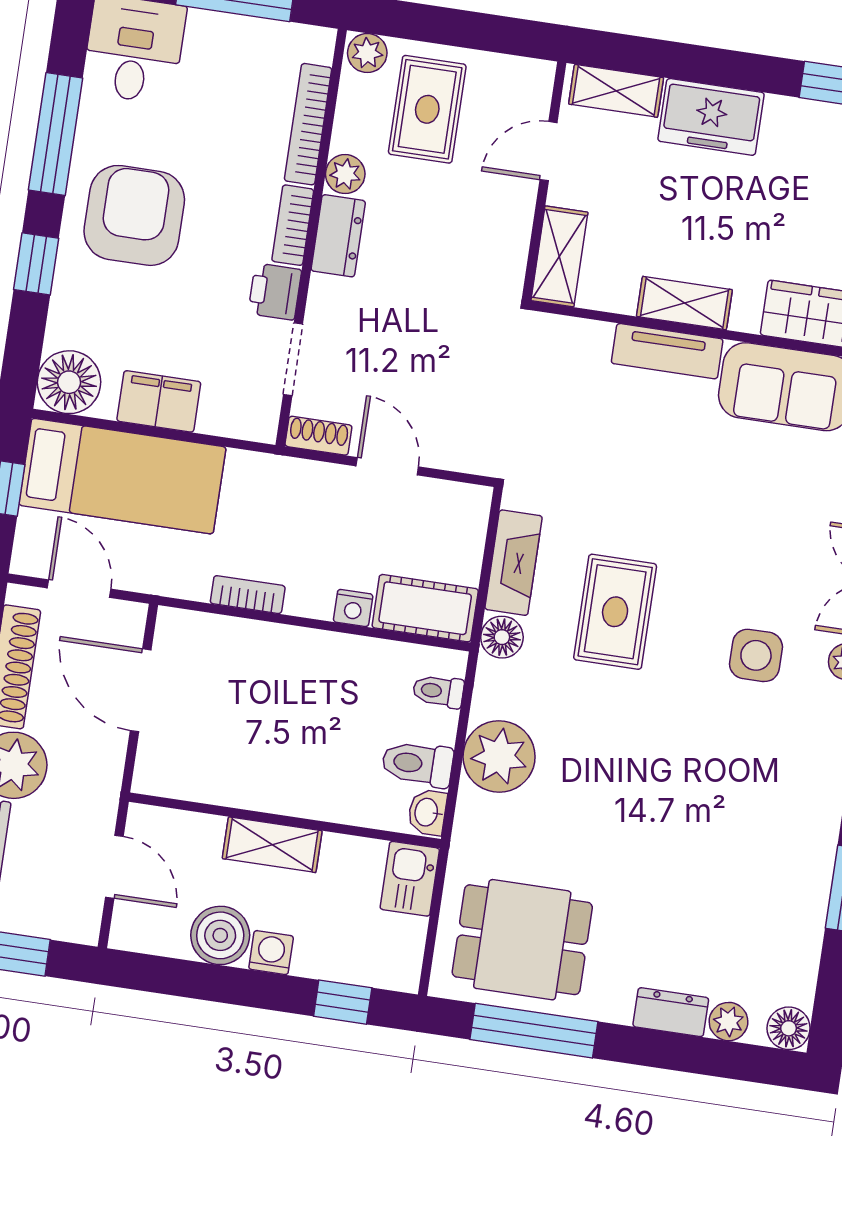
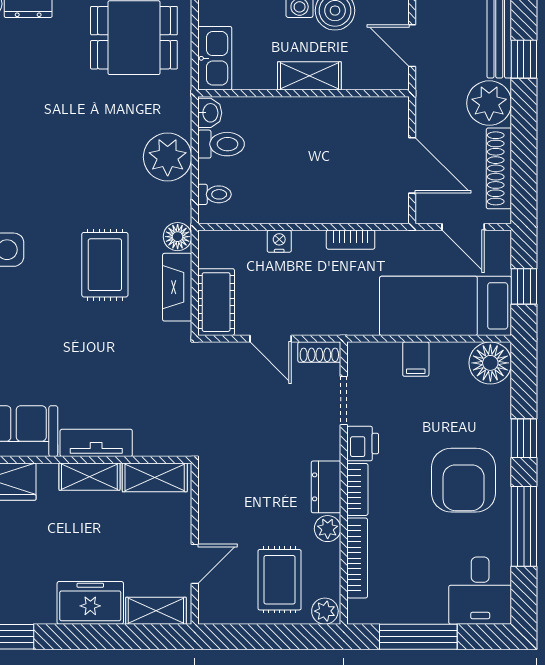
shelving: (559, 256) -> (155, 477), moved, turned 90
filing cabinet: (159, 401) -> (416, 359), width x0.50
cot: (425, 608) -> (216, 302), moved, turned 90
kitchen sink: (410, 879) -> (215, 58), width x1.38

